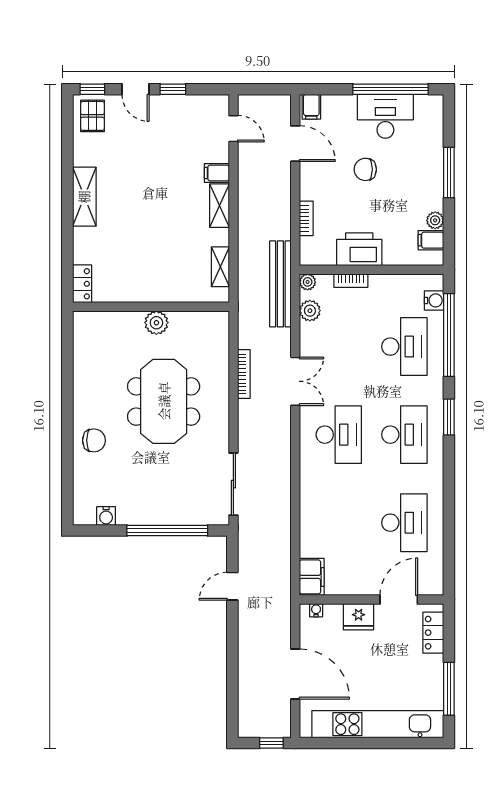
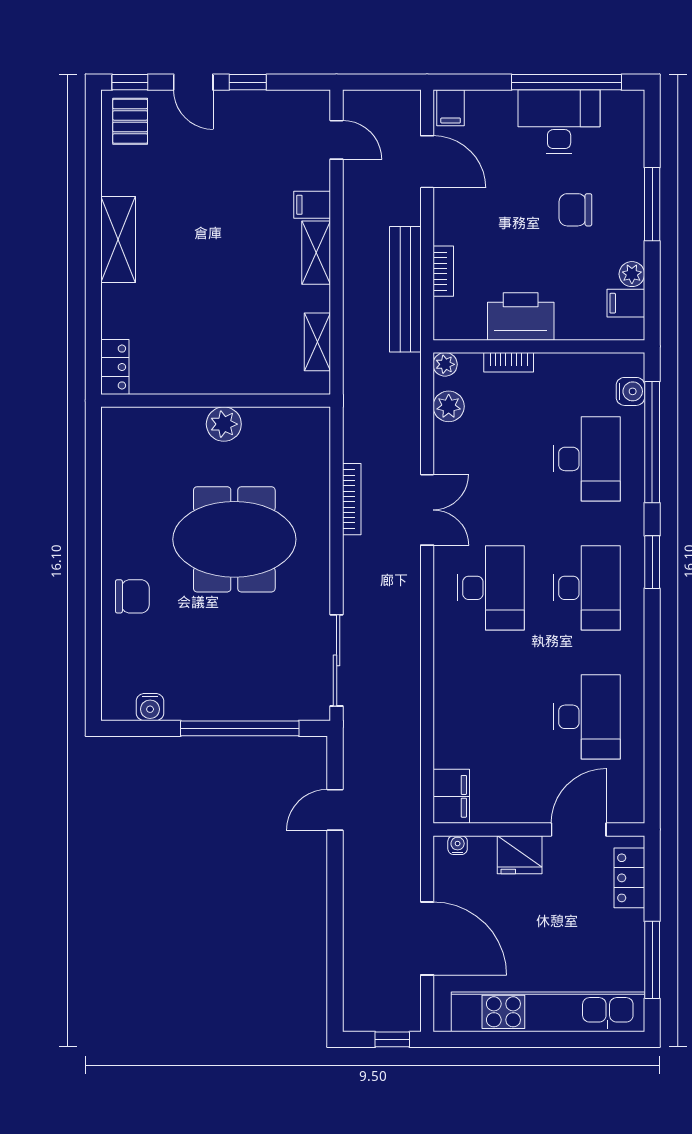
chair: (365, 169) -> (575, 210), moved
bench: (280, 284) -> (405, 289), moved
meeting table: (164, 401) -> (234, 539), turned 90

